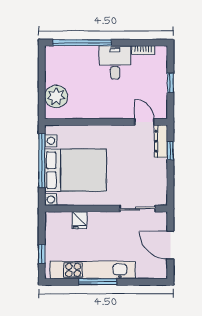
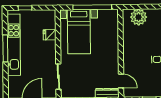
door: (144, 122) -> (121, 81), hinge flipped
bed with nightstands: (76, 170) -> (79, 32), width x0.73

